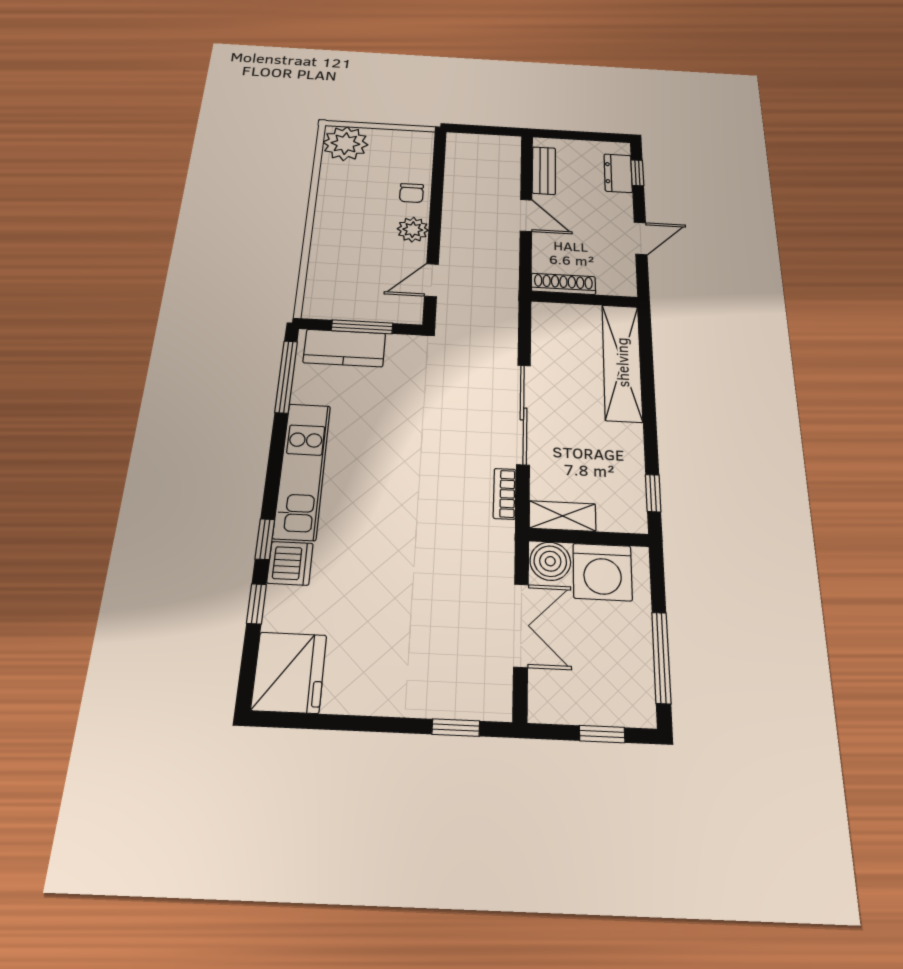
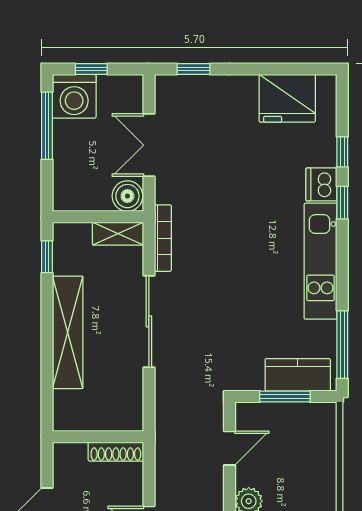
shelving: (622, 362) -> (68, 332), moved
bookcase: (505, 494) -> (163, 238), width x1.56
washing machine: (602, 572) -> (74, 96), moved, turned 180
fridge: (289, 672) -> (287, 98), moved, turned -90

